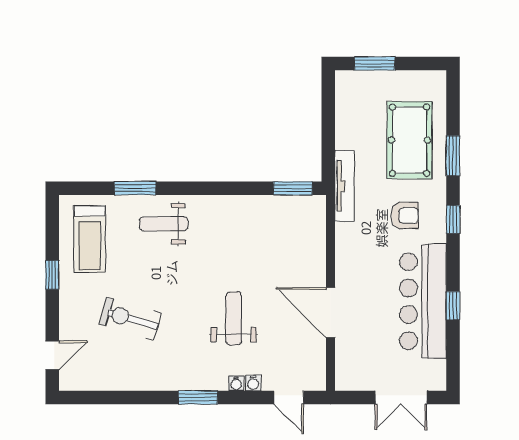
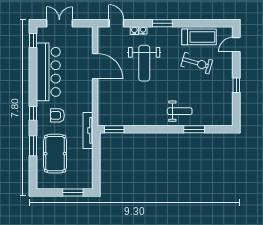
treadmill: (90, 239) -> (199, 37), moved, turned 90
window: (453, 306) -> (33, 40), moved
weight bench: (234, 318) -> (144, 63), width x1.36, depth x1.33

